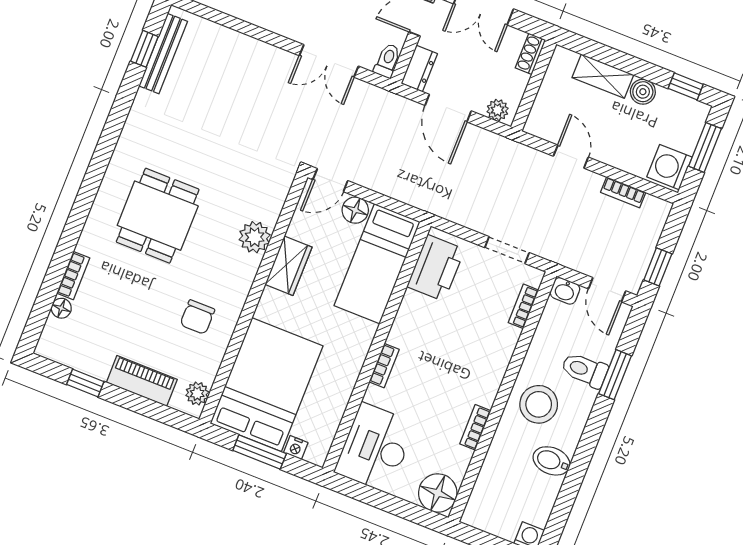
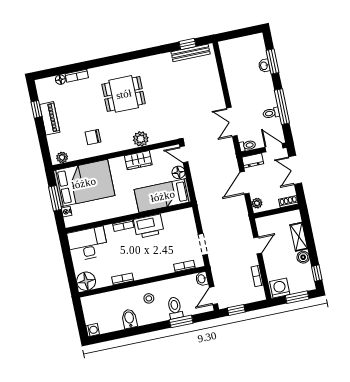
printer: (436, 268) -> (149, 226), moved
piano: (142, 381) -> (50, 118), moved
stool: (539, 404) -> (149, 298), width x0.53, depth x0.53

